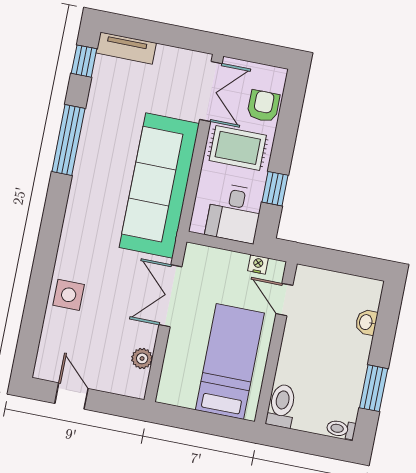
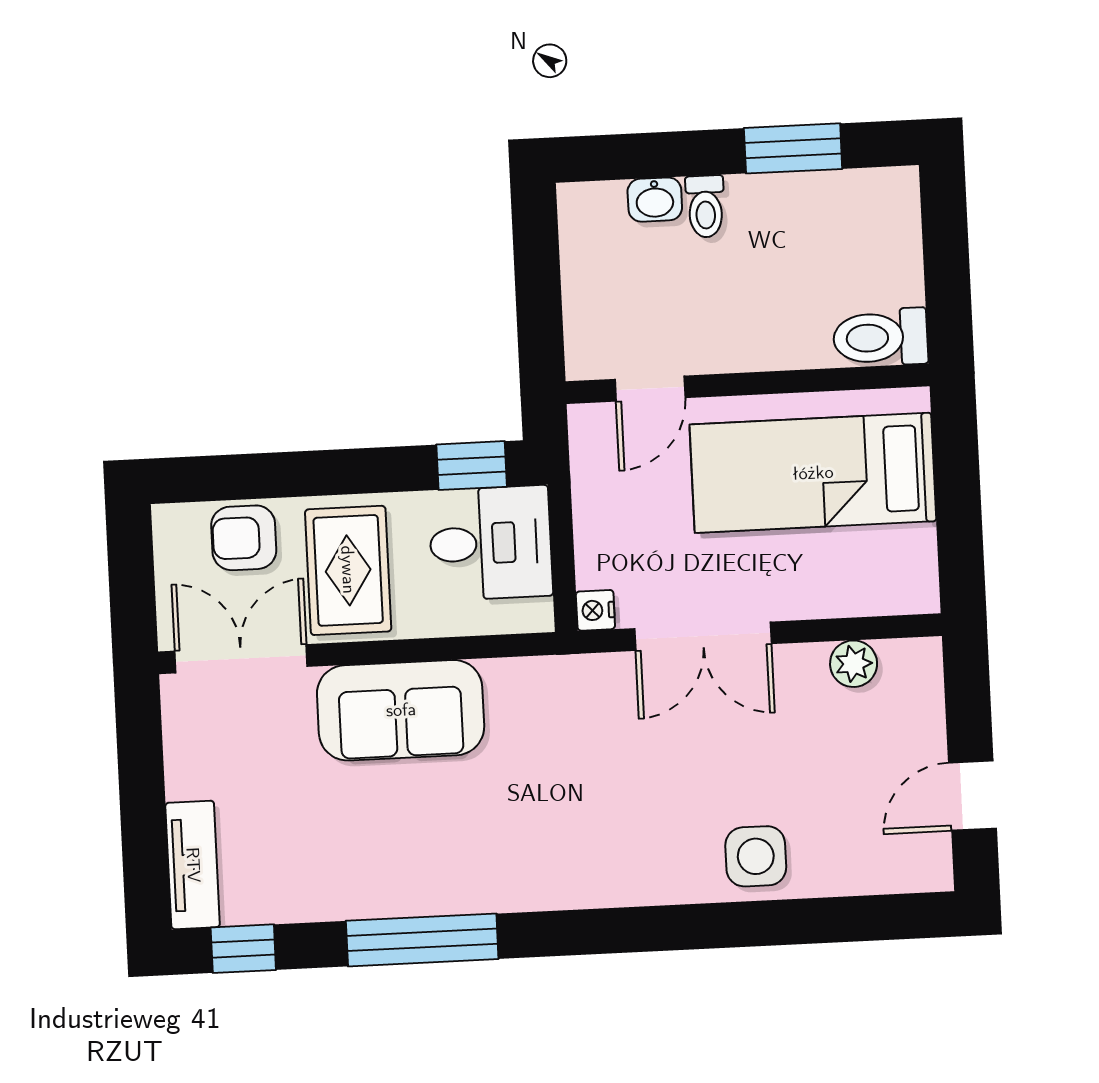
sofa: (159, 186) -> (401, 710), width x0.54, depth x0.79
window: (275, 189) -> (472, 466), moved
nightstand: (258, 264) -> (595, 610), moved
toilet: (341, 429) -> (705, 206), moved

